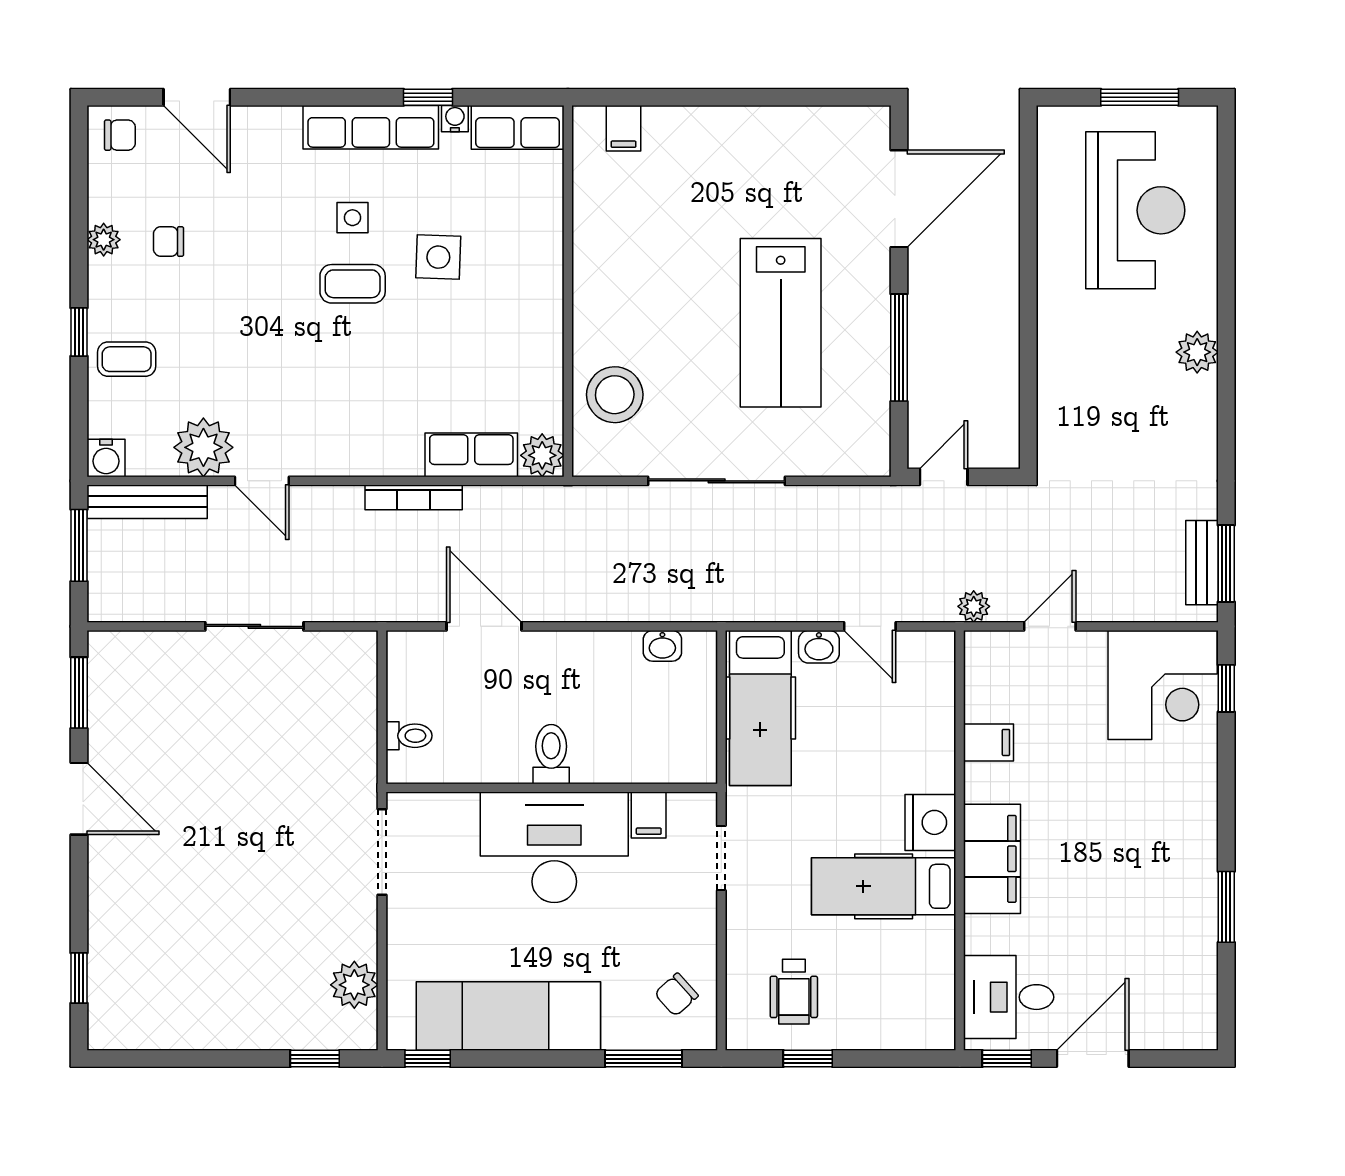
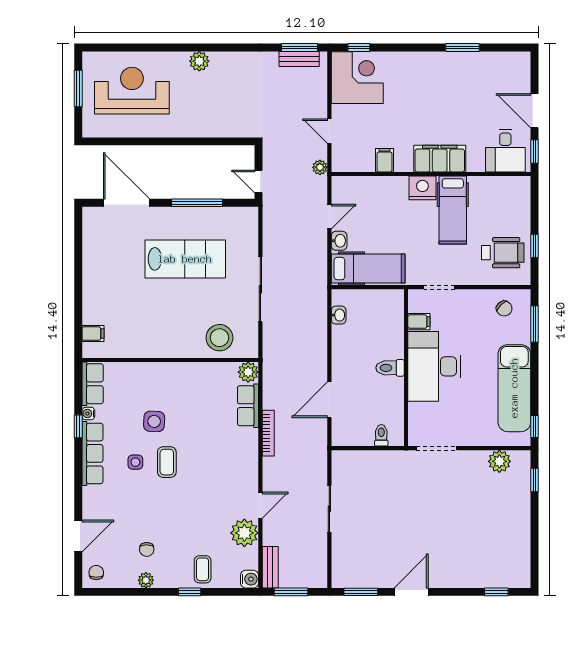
bench: (147, 502) -> (270, 567), width x0.73
wheelchair: (794, 992) -> (503, 253), width x1.36, depth x1.37

